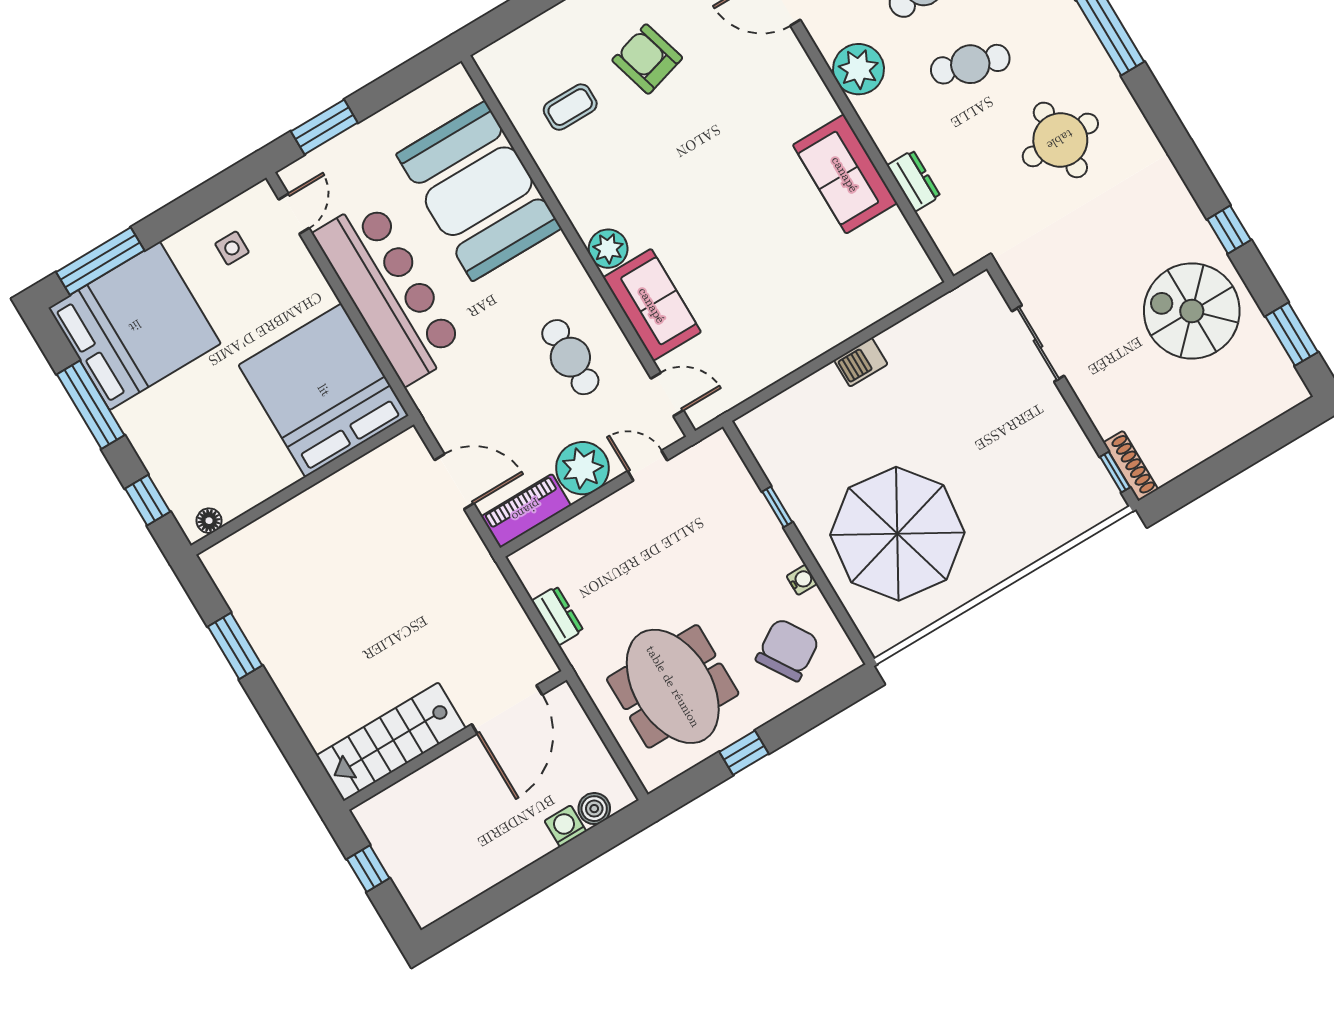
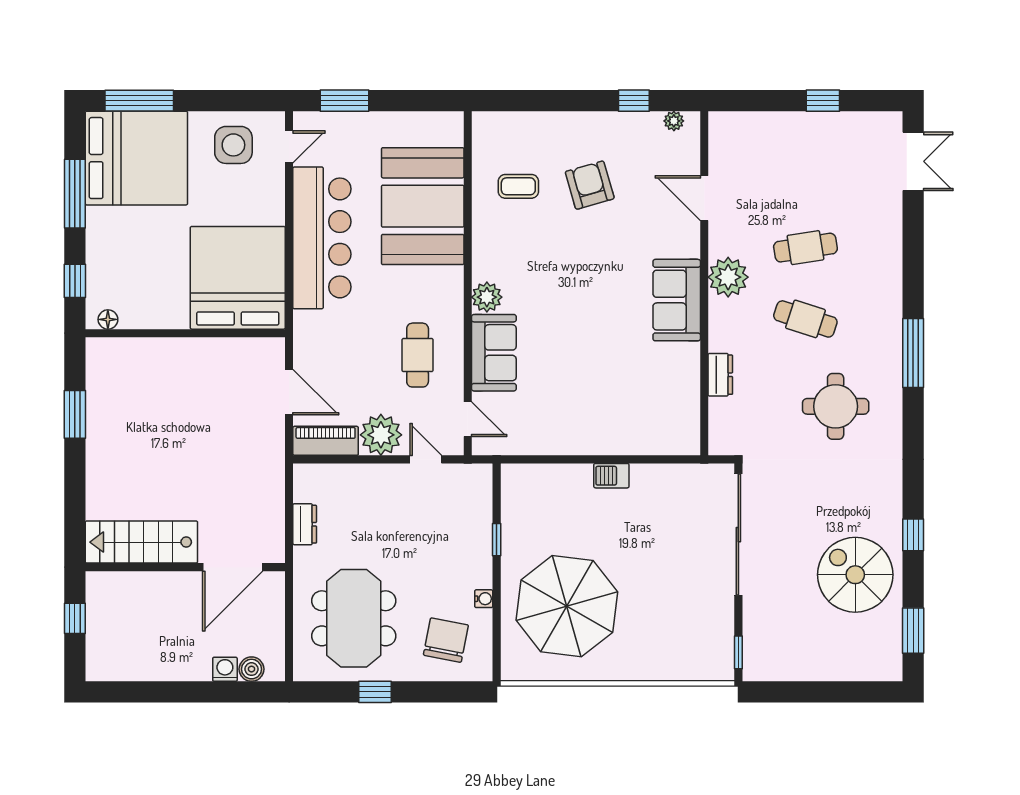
sofa: (845, 174) -> (677, 300), moved
side table: (232, 248) -> (233, 145), width x1.87, depth x1.87
sliding door: (1038, 343) -> (738, 535), width x1.86
shoe rack: (1131, 466) -> (752, 654), removed
chair: (787, 650) -> (446, 640), turned -47

